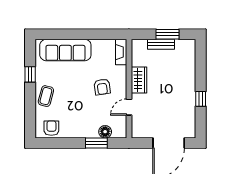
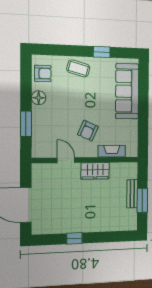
fireplace: (121, 52) -> (112, 151), moved
armchair: (102, 87) -> (88, 131), turned -58
floor lamp: (105, 132) -> (39, 98), moved

